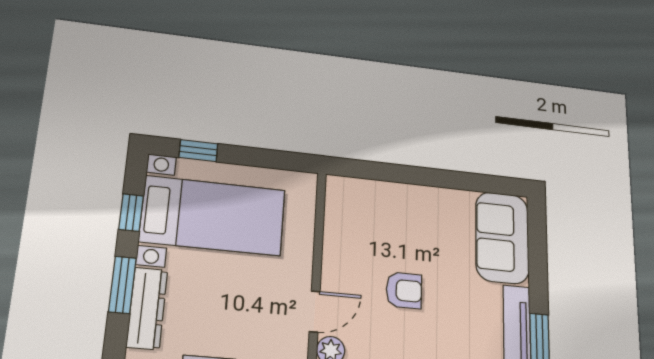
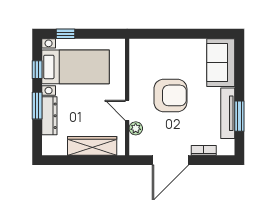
armchair: (404, 290) -> (170, 95), width x1.88, depth x1.88
door: (315, 312) -> (127, 110), swing flipped

